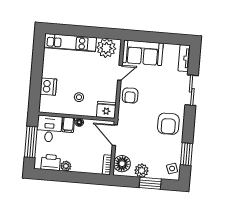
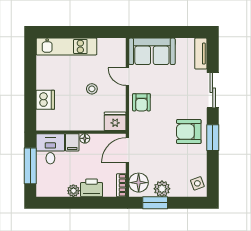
plant: (106, 48) -> (109, 49), removed
door: (120, 73) -> (127, 77), swing flipped
stool: (79, 97) -> (92, 89), moved
armchair: (168, 124) -> (189, 132), turned 90
door: (115, 135) -> (127, 150), hinge flipped
window: (186, 154) -> (213, 138), moved
printer: (51, 162) -> (92, 188), moved
window: (150, 183) -> (155, 203), moved

